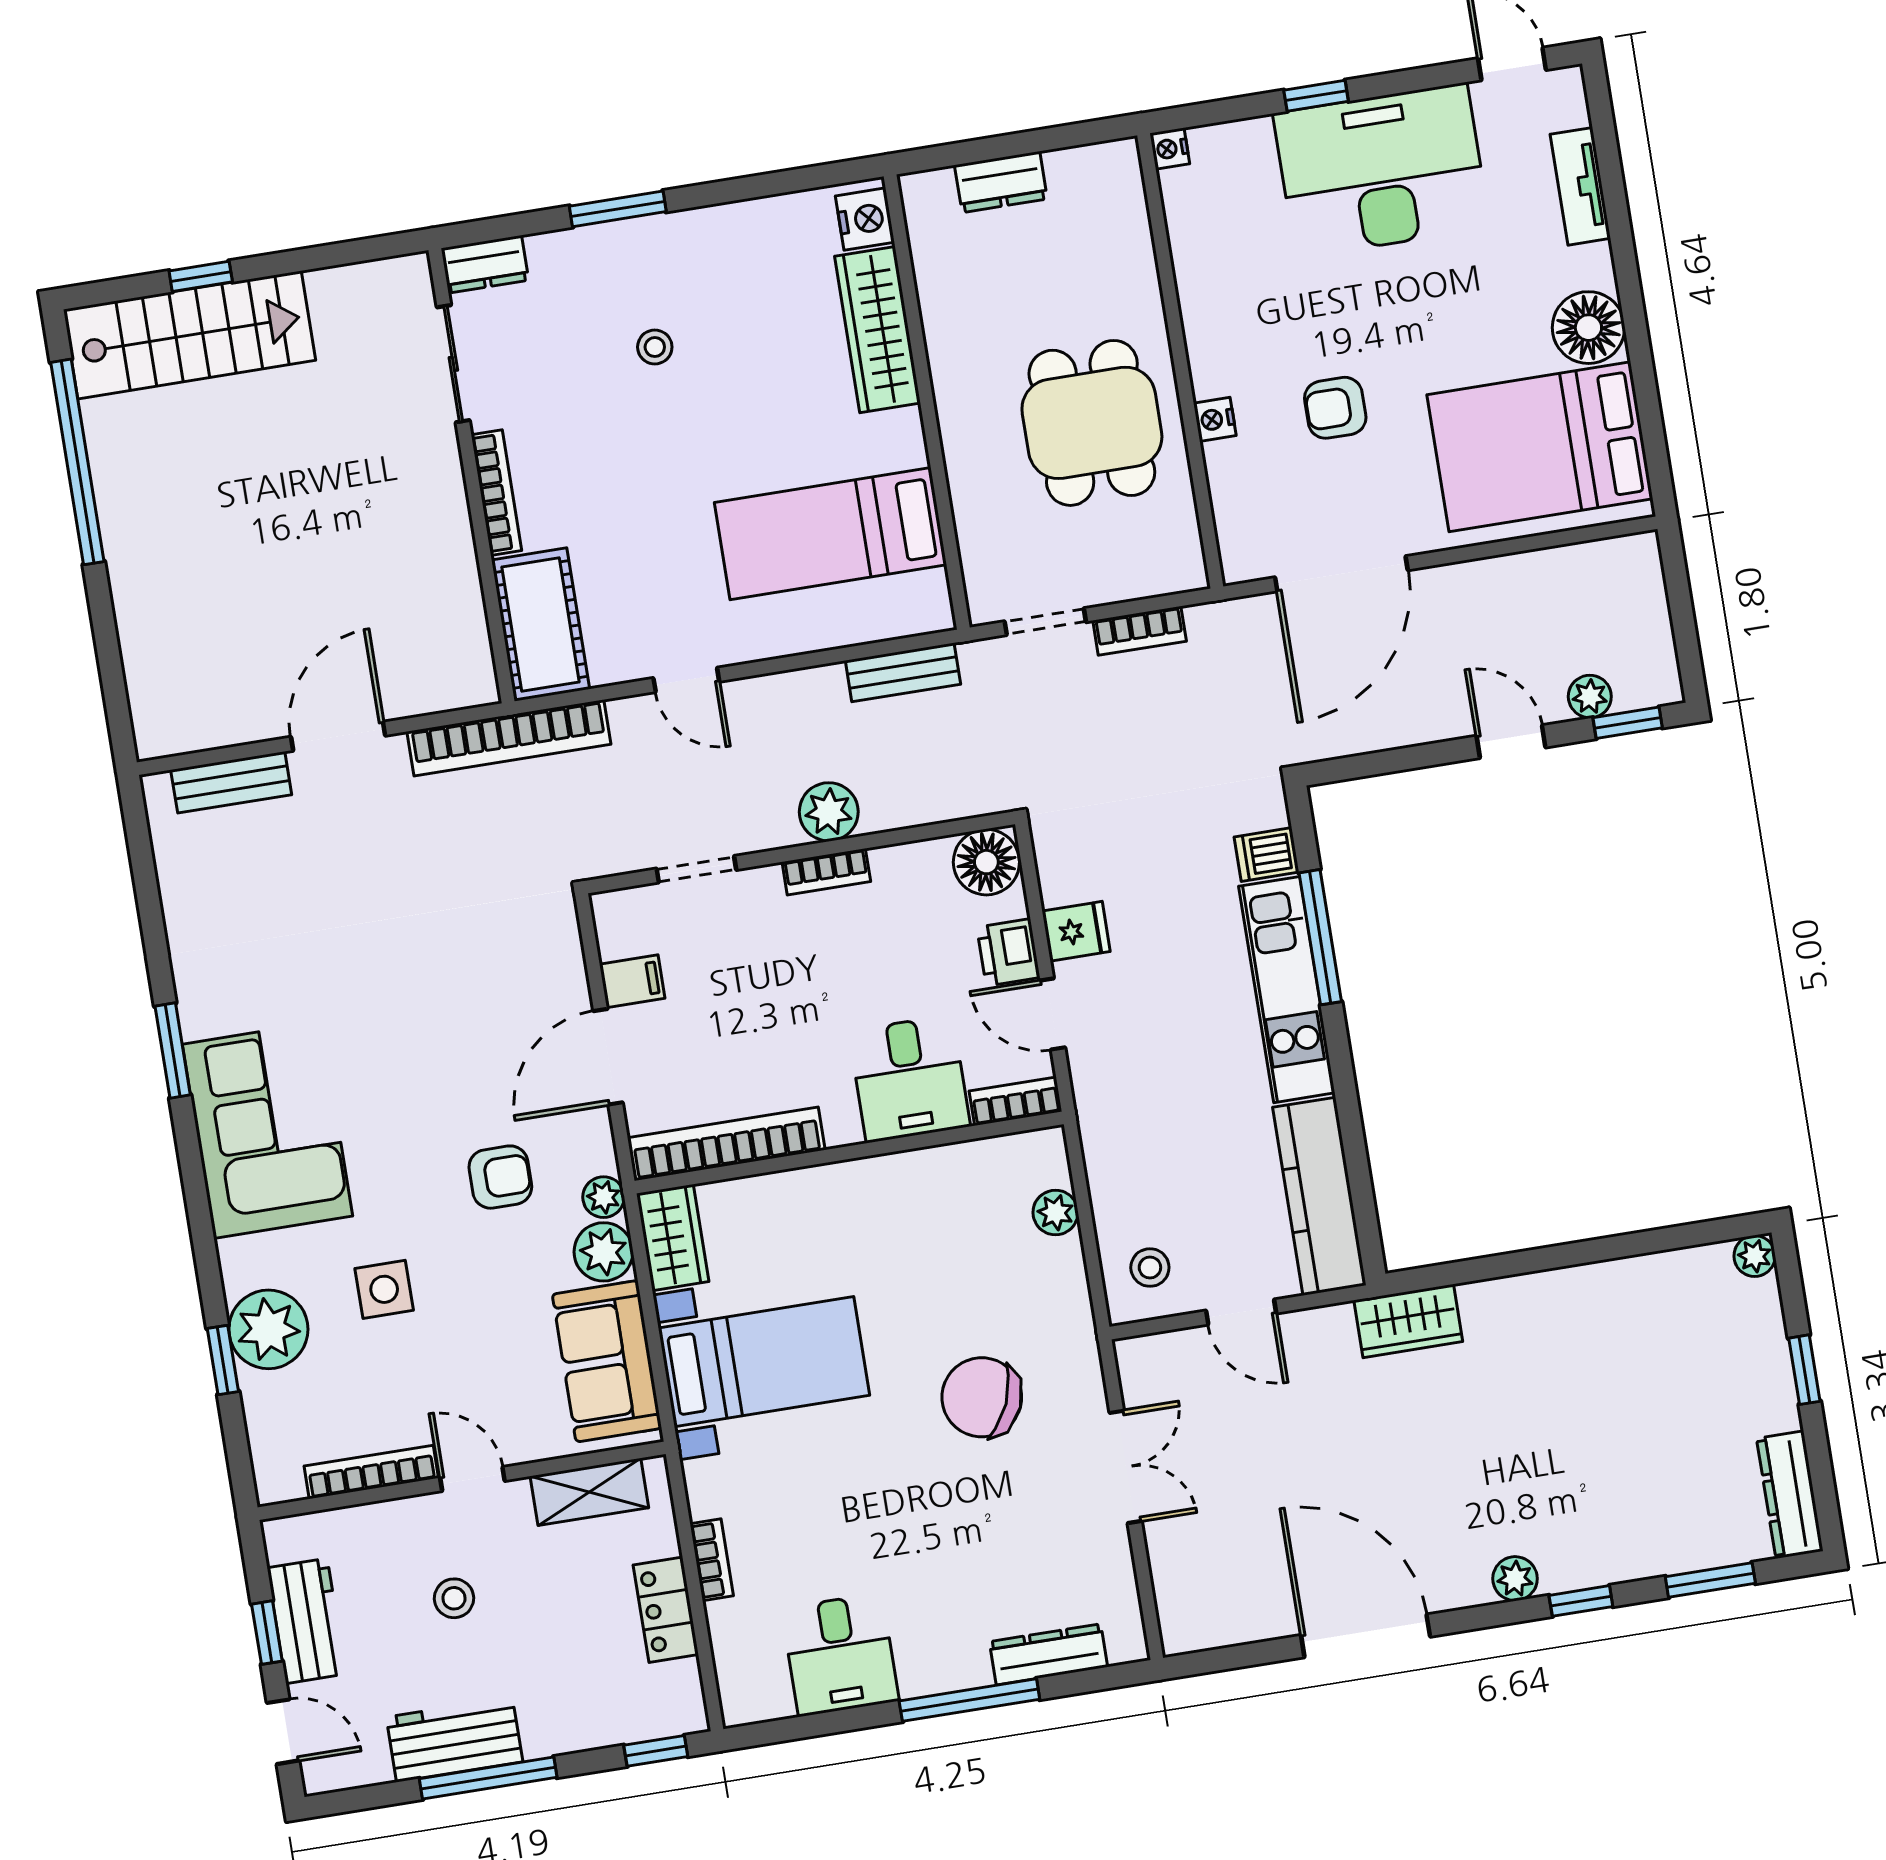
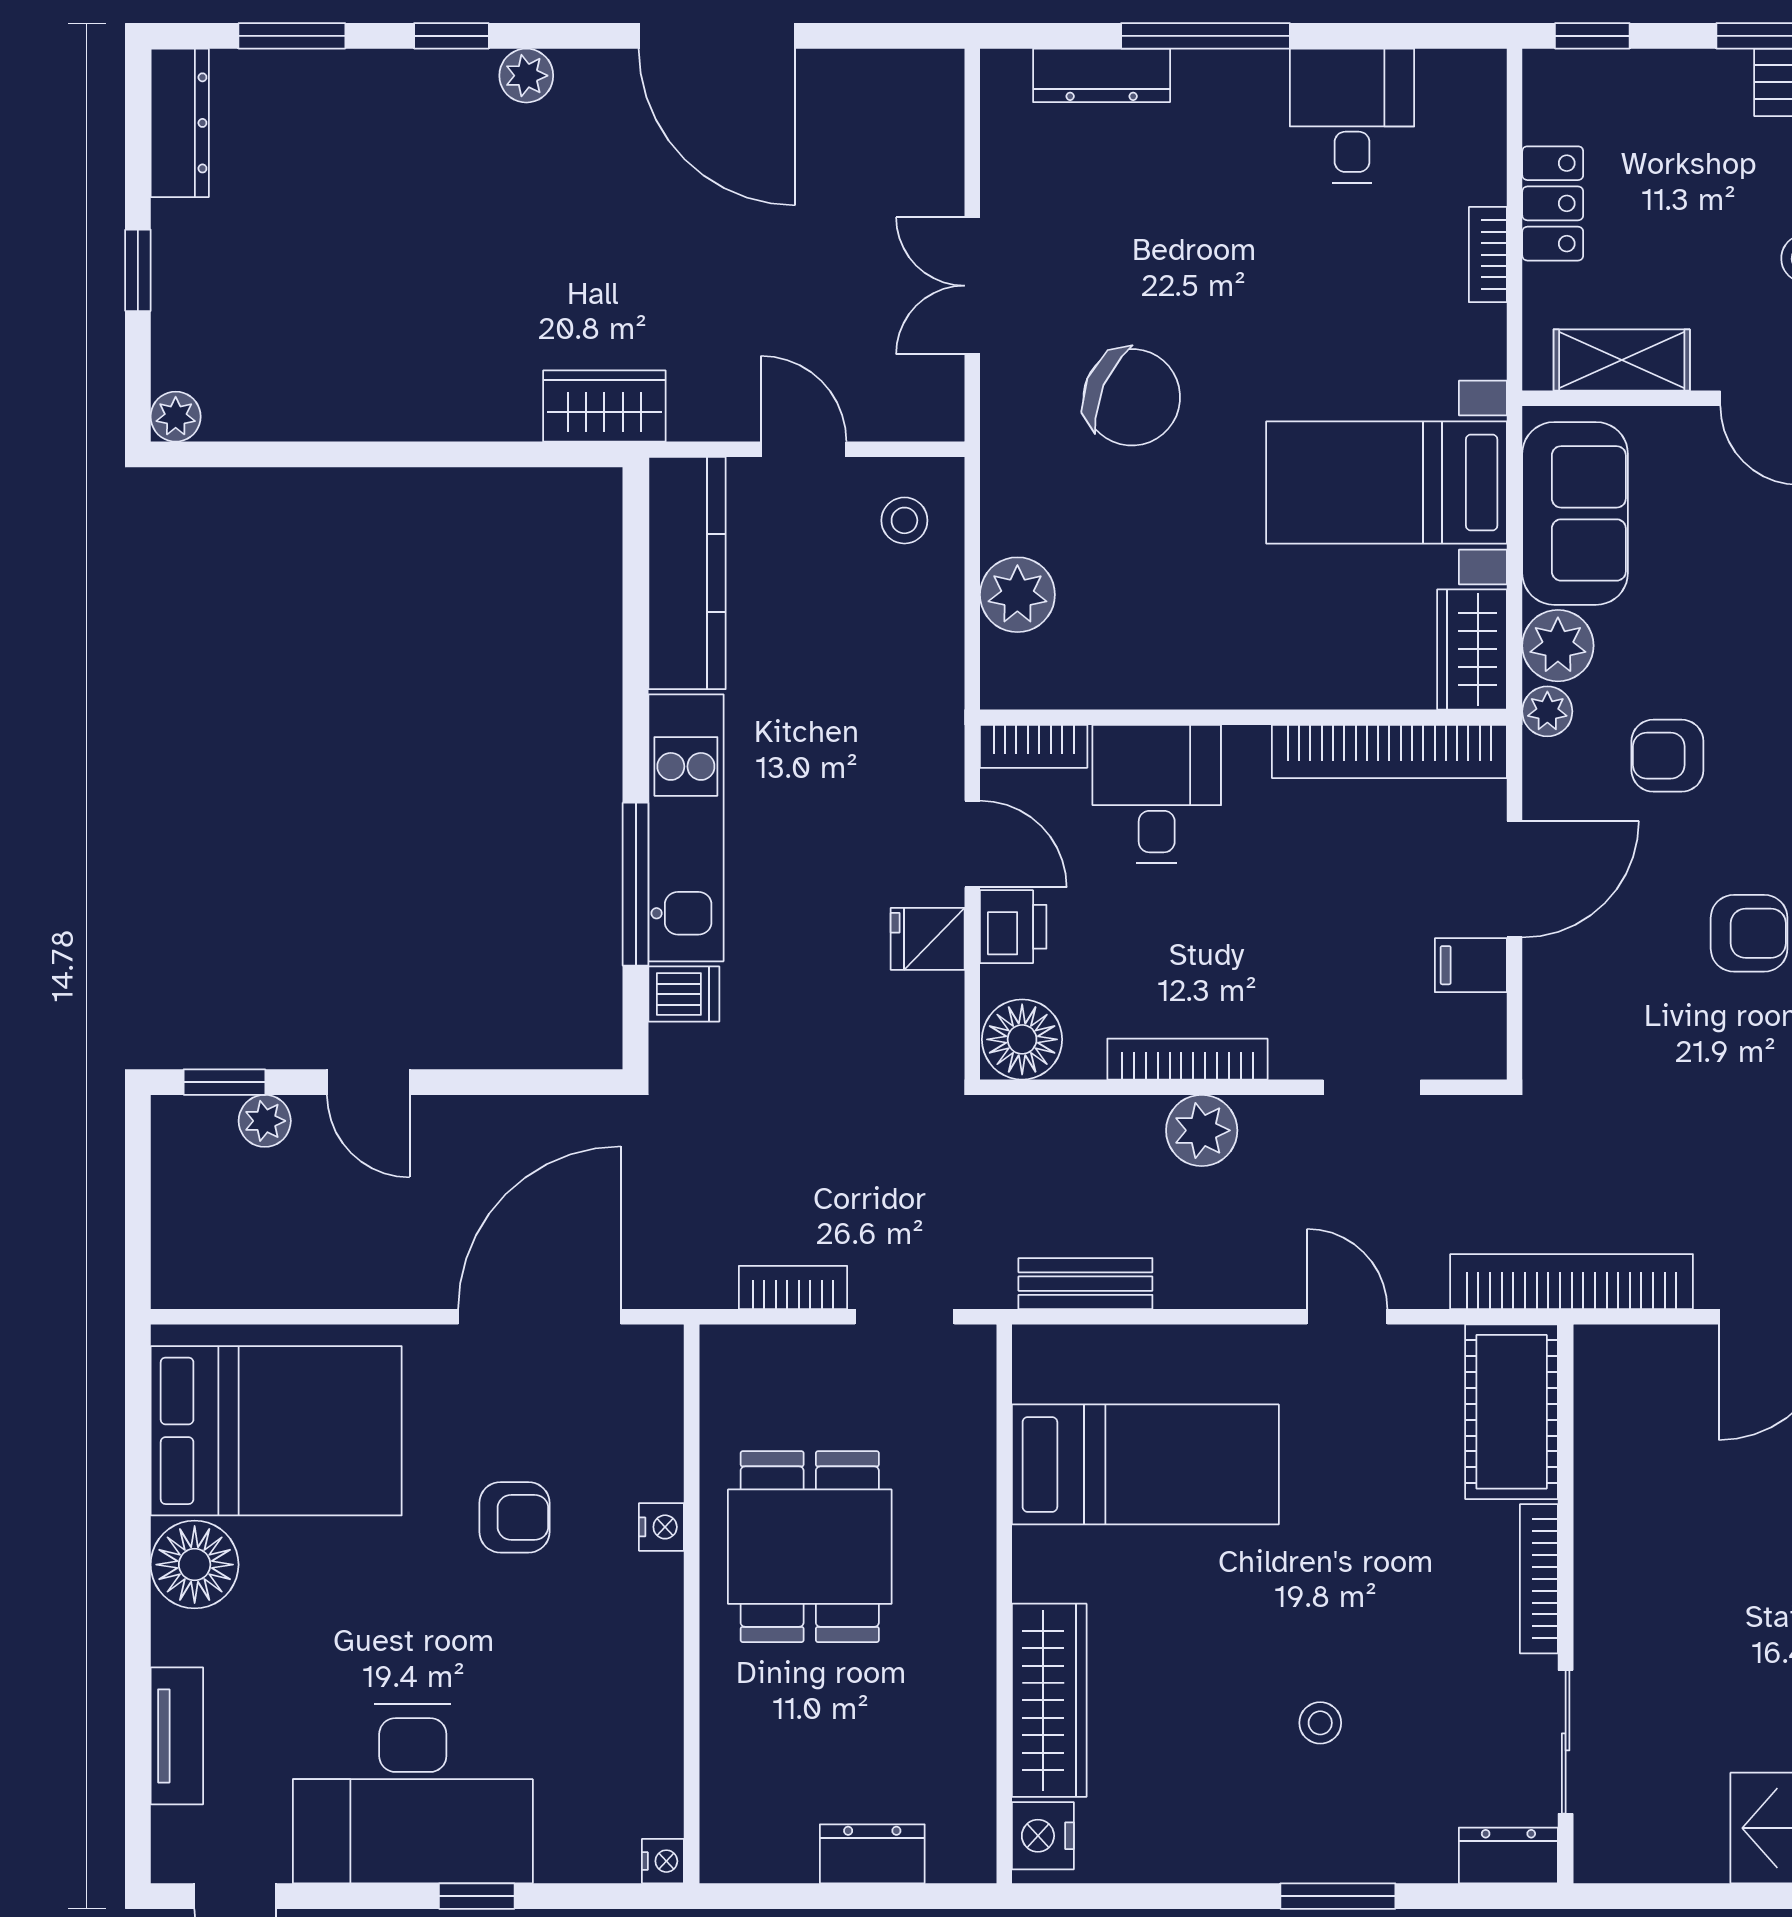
bookcase: (826, 872) -> (1187, 1059), width x1.56
armchair: (411, 1044) -> (1749, 933), added
plant: (1055, 1213) -> (1017, 595), width x1.38, depth x1.38

